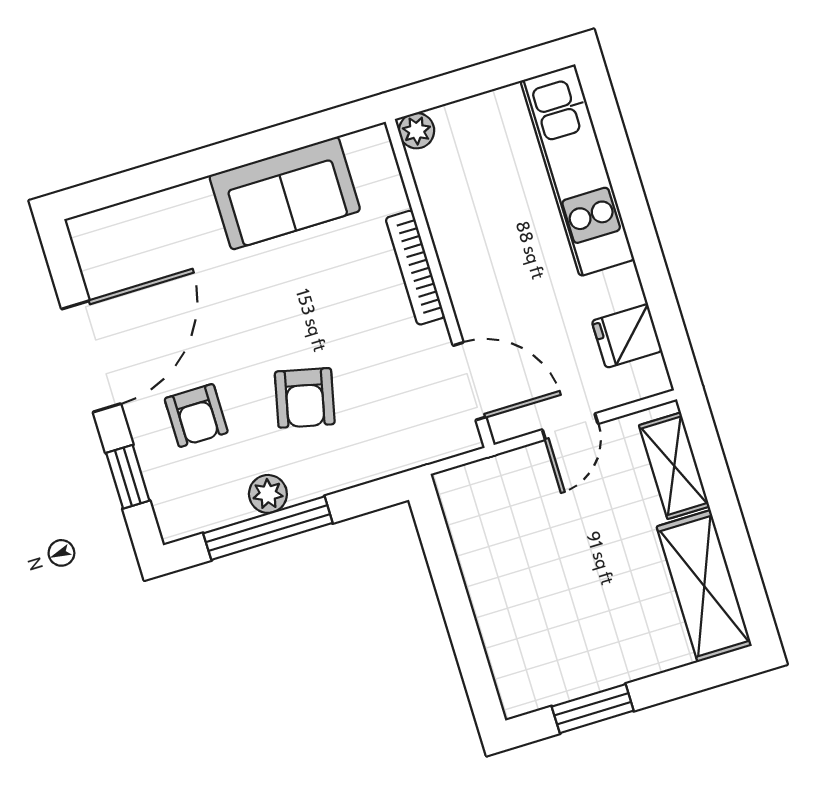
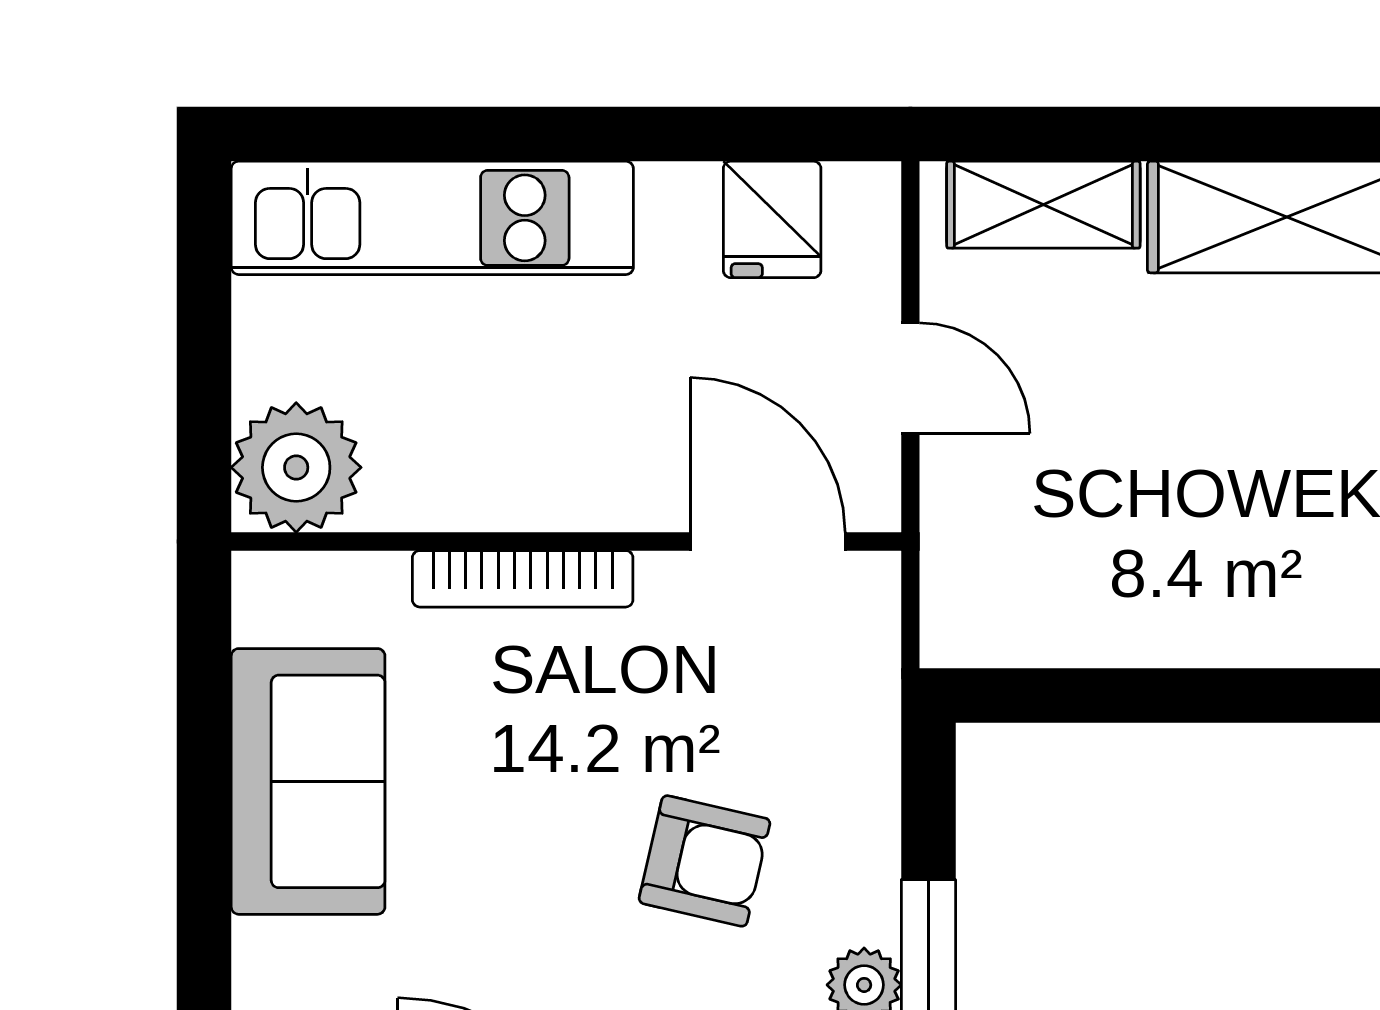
plant: (417, 131) -> (296, 467), width x1.88, depth x1.88
door: (469, 381) -> (768, 542), hinge flipped

